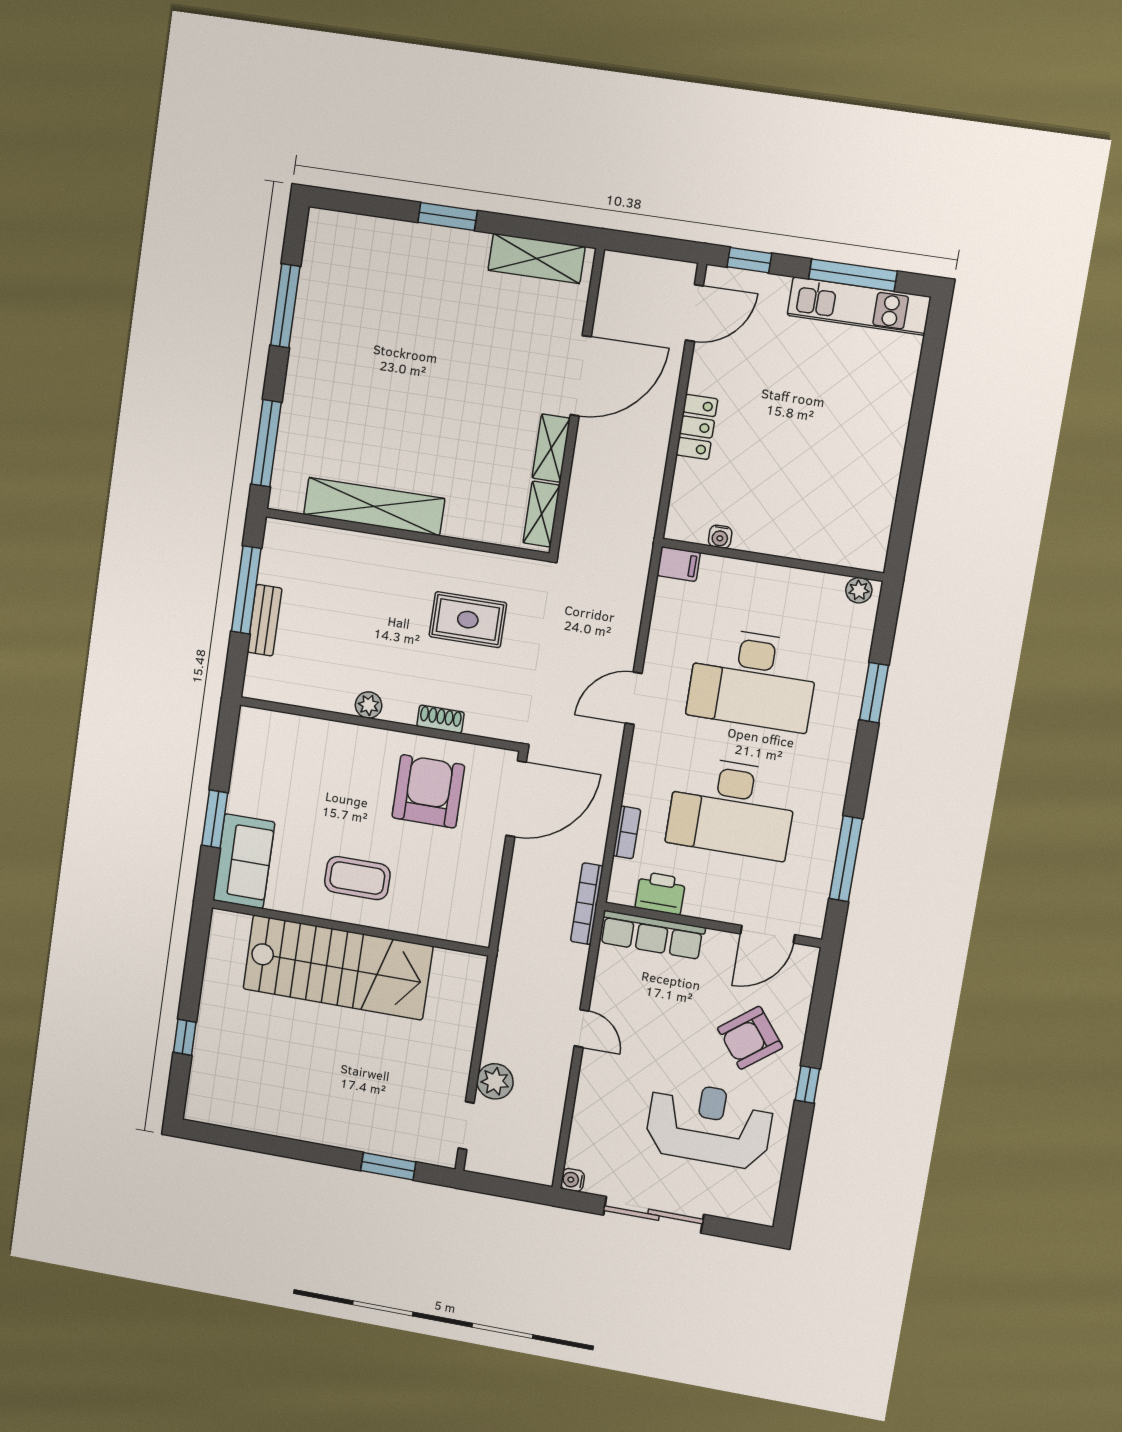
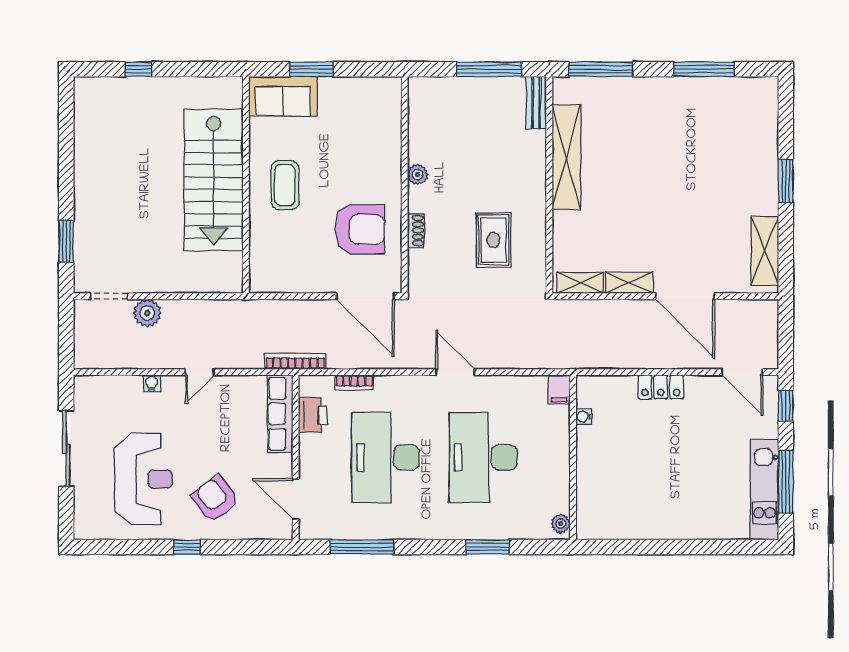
bench: (264, 620) -> (536, 102), moved, turned 90
water cooler: (573, 1180) -> (152, 383), moved

